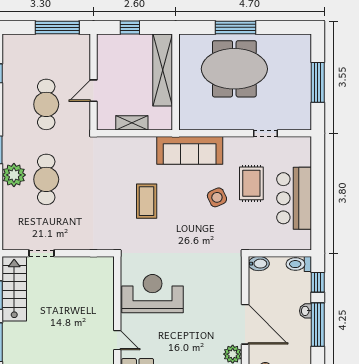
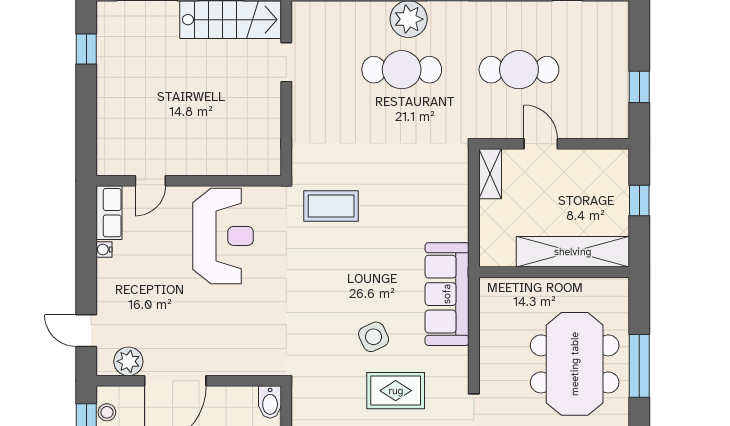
window: (57, 27) -> (639, 87), width x0.46
shelving: (132, 123) -> (490, 174), moved
coffee table: (147, 201) -> (331, 206), moved

